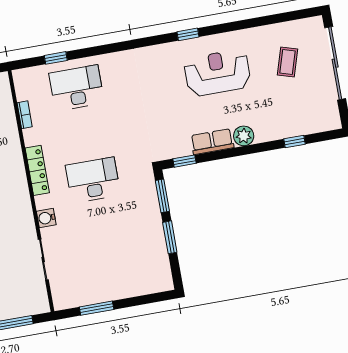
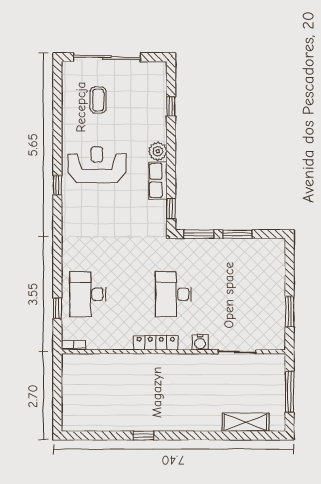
coffee table: (287, 62) -> (98, 100), turned 73
reception desk: (217, 73) -> (97, 165), turned 90
bookcase: (25, 115) -> (74, 345), moved

